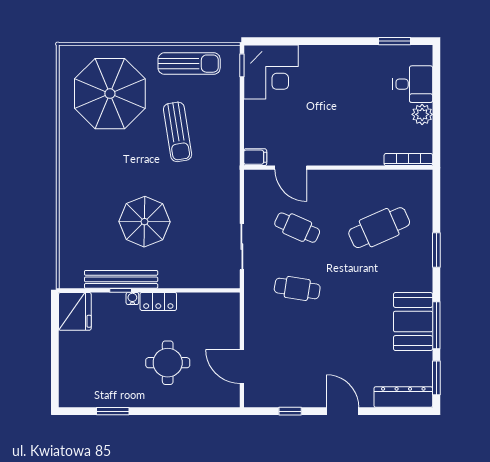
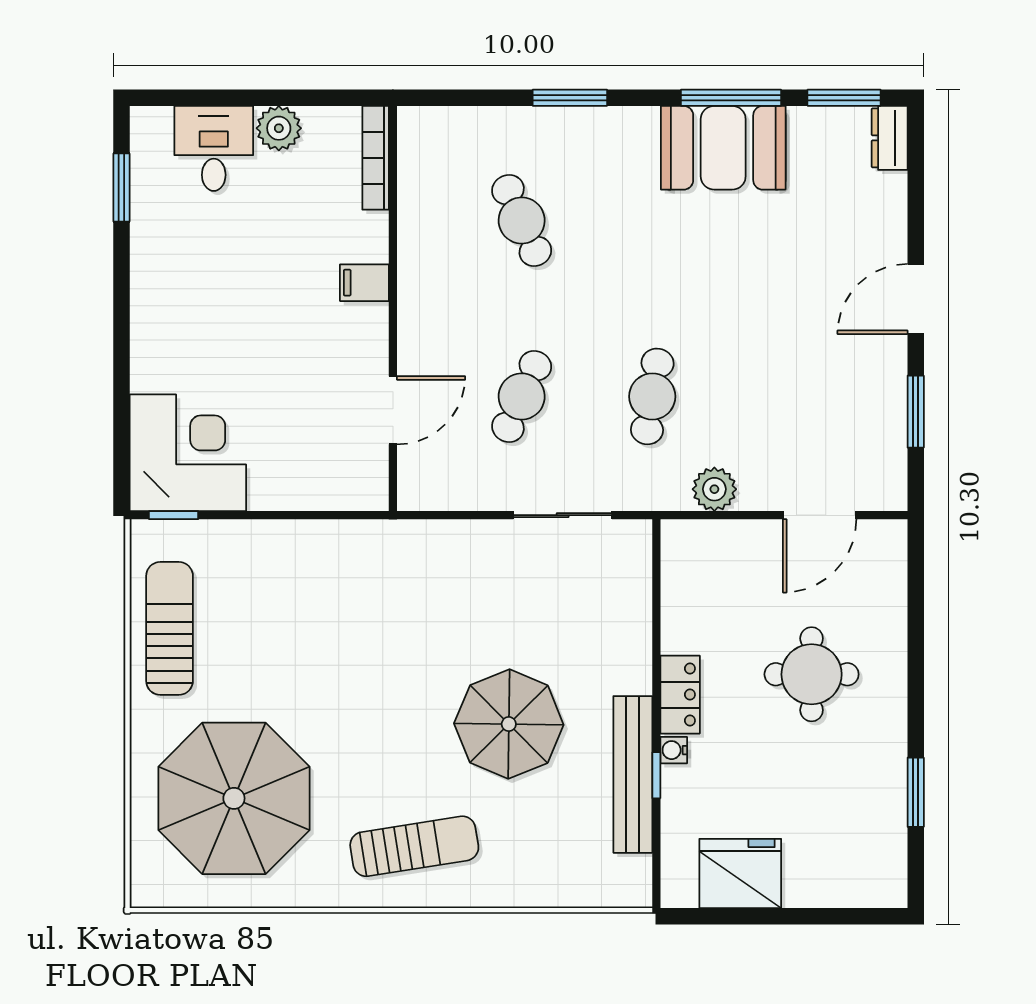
sun lounger: (178, 132) -> (414, 846), moved
filing cabinet: (255, 157) -> (364, 283), moved, turned -90
cafe table: (379, 228) -> (522, 220), width x0.73, depth x0.74
fridge: (75, 311) -> (740, 874), moved
plant: (254, 317) -> (714, 489), added
dresser: (403, 397) -> (890, 138), width x0.51, depth x0.80
window: (290, 411) -> (916, 412), width x1.50

